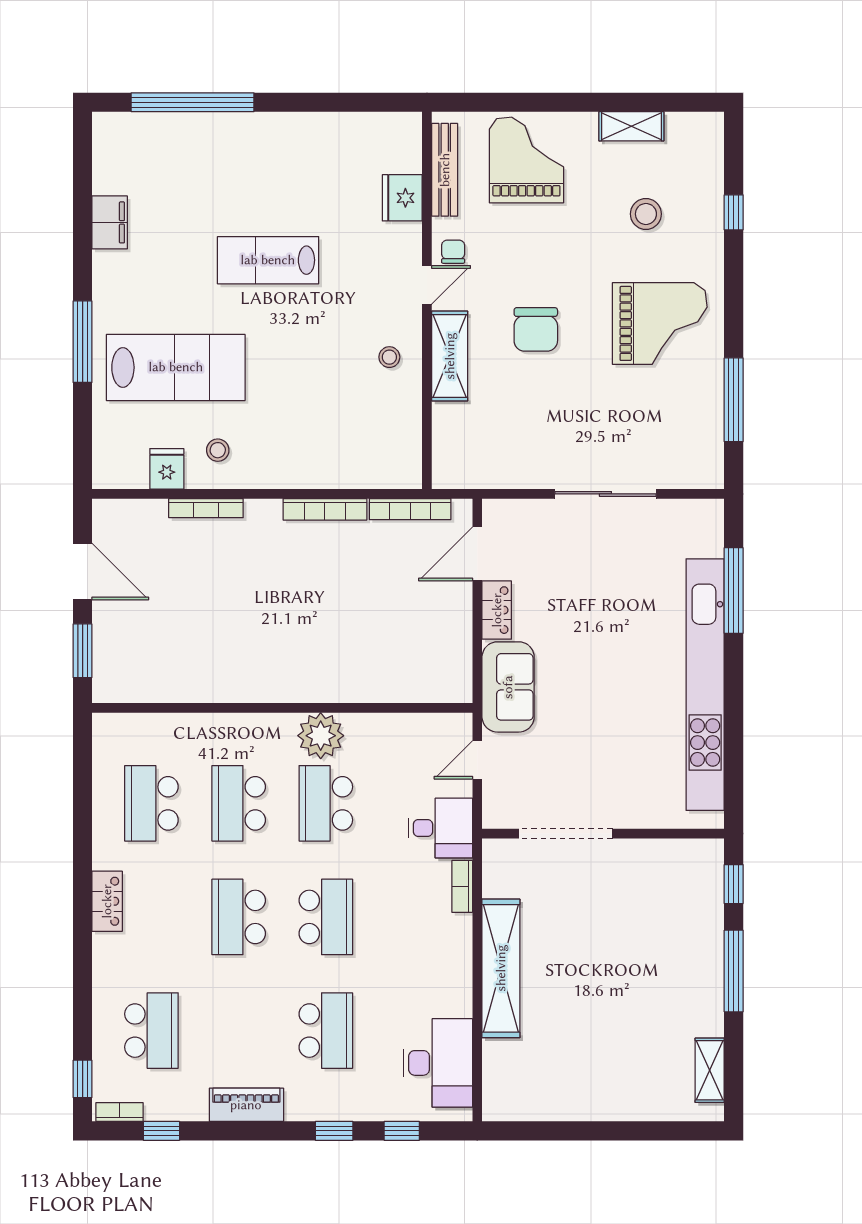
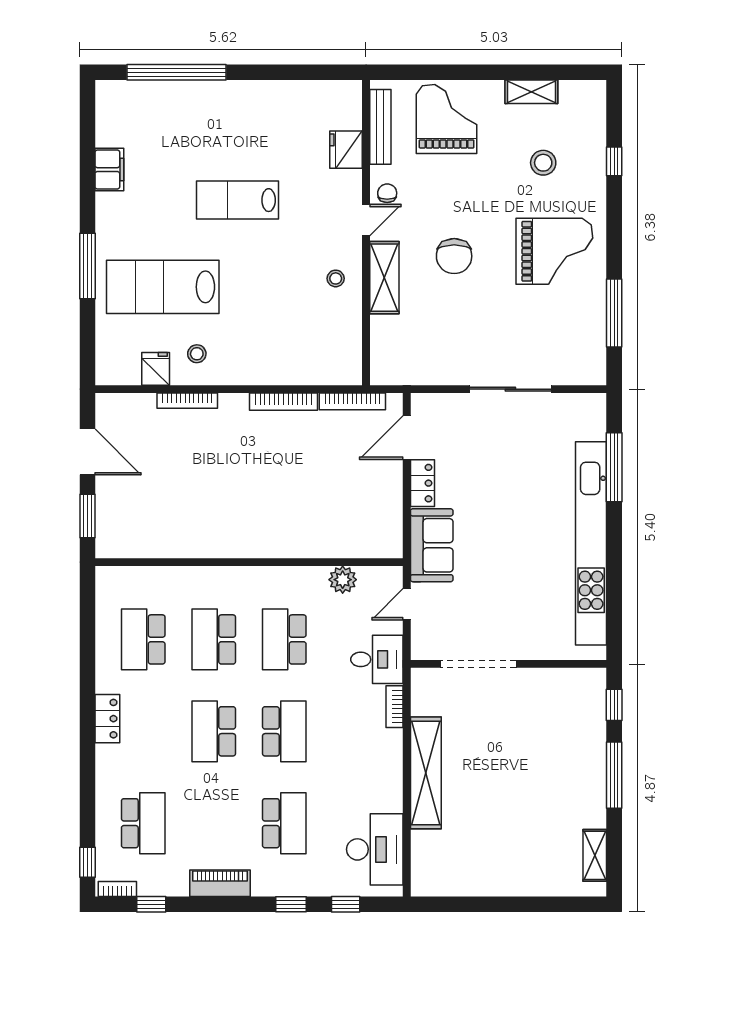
lab bench: (176, 367) -> (163, 287), turned 180
plant: (321, 736) -> (343, 580), moved, width x0.73, depth x0.73

